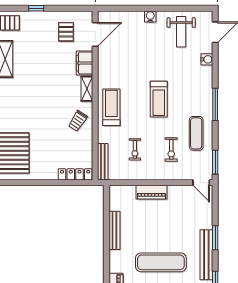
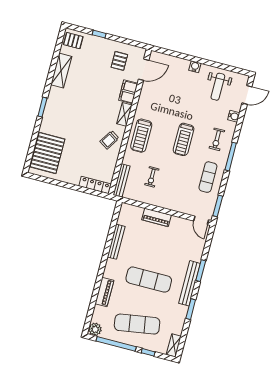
treadmill: (111, 107) -> (141, 136), turned 180
exercise bike: (171, 149) -> (217, 139), moved

